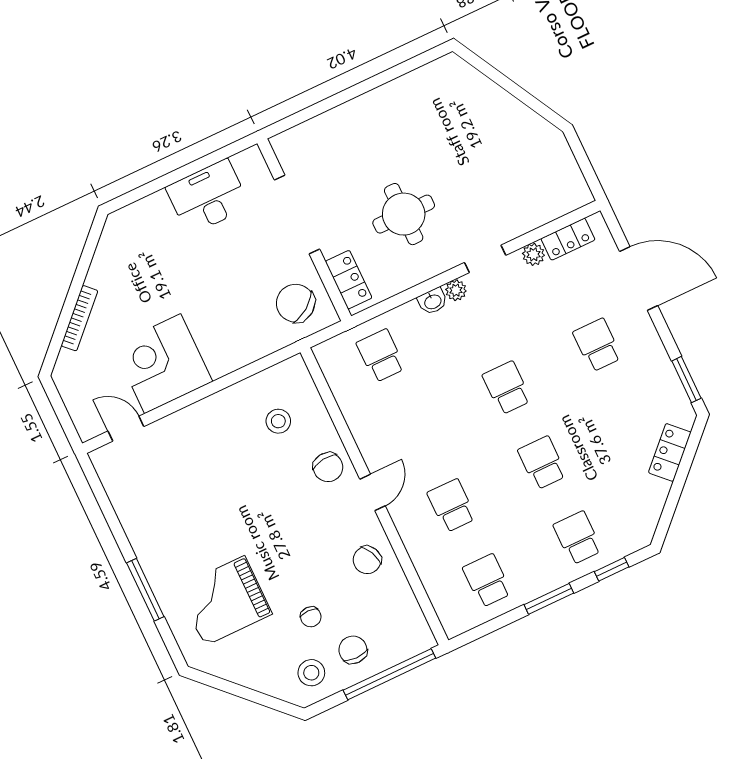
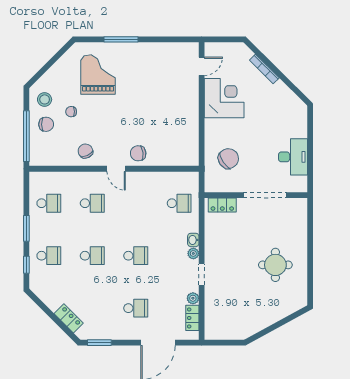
round table: (404, 214) -> (275, 265), moved
chair: (296, 303) -> (228, 159), moved
stool: (278, 421) -> (171, 140), removed

